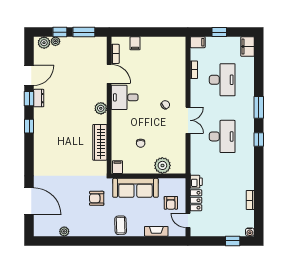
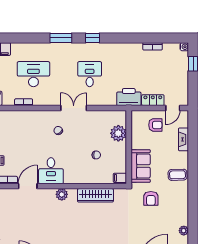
desk: (222, 136) -> (90, 74), width x0.73
printer: (196, 182) -> (129, 97), width x1.87, depth x1.48
sofa: (135, 188) -> (141, 166), width x0.73

